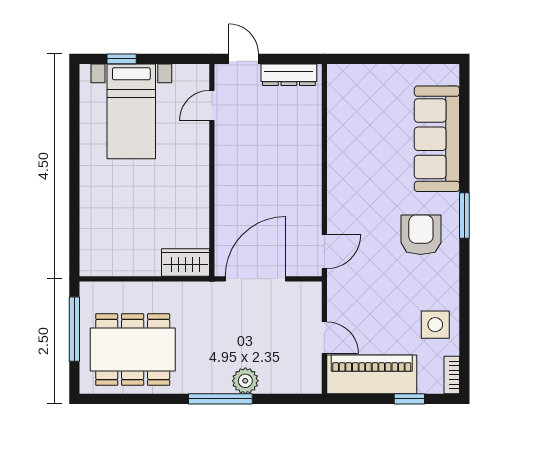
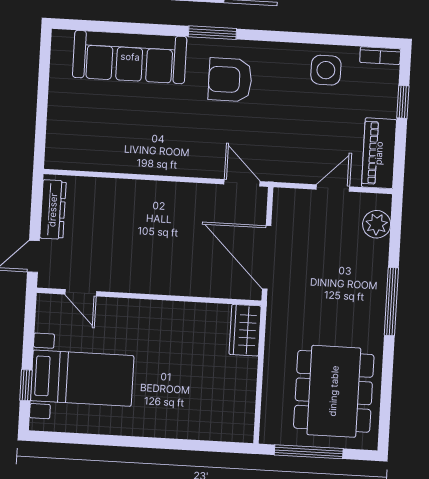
piano: (372, 374) -> (379, 153), width x0.73, depth x0.75
plant: (245, 381) -> (377, 224), moved

